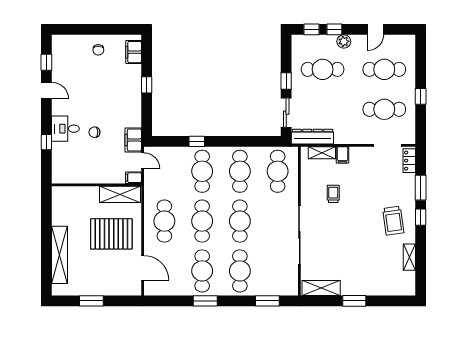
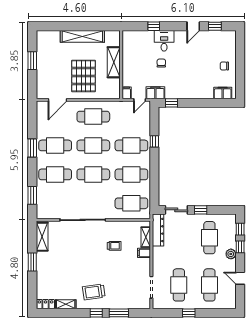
window: (147, 85) -> (171, 103), moved
locker: (409, 161) -> (46, 304), moved
shelving: (120, 194) -> (114, 62), moved
shelving: (60, 255) -> (82, 36), moved

